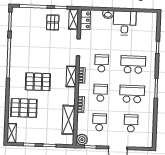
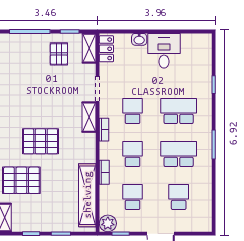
shelving: (71, 76) -> (89, 117), moved
shelving: (69, 120) -> (87, 195), width x1.47

